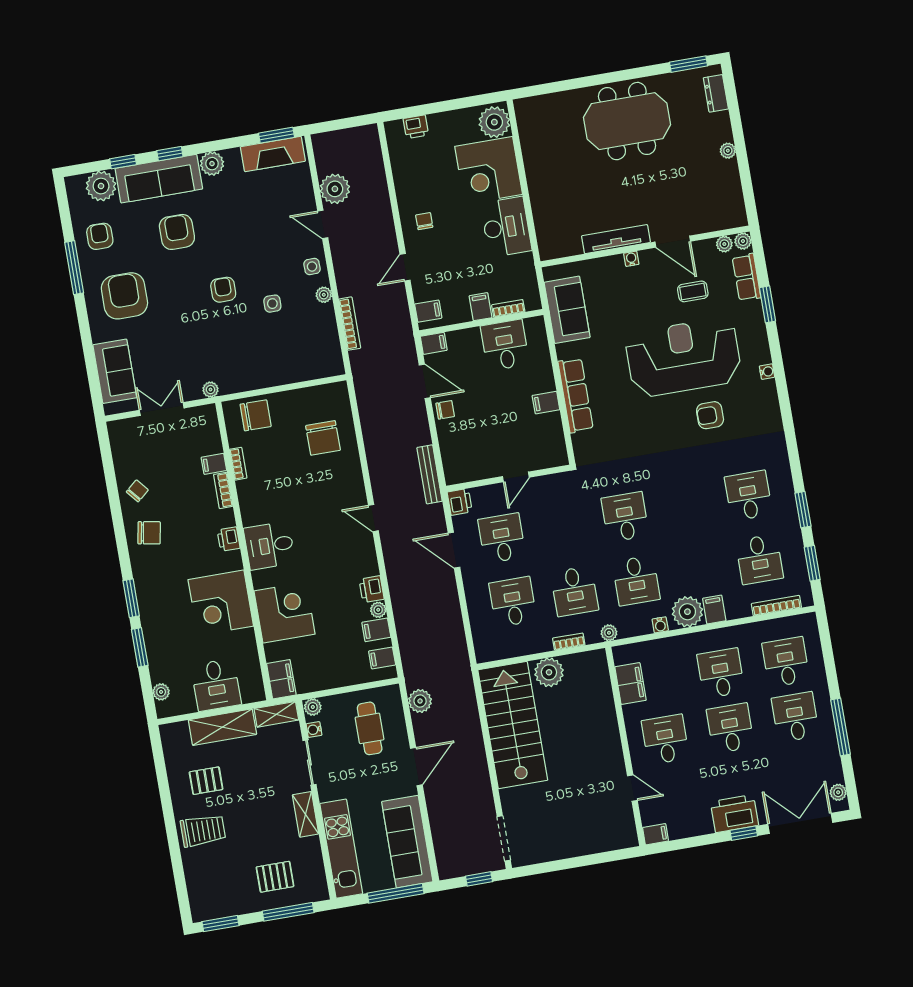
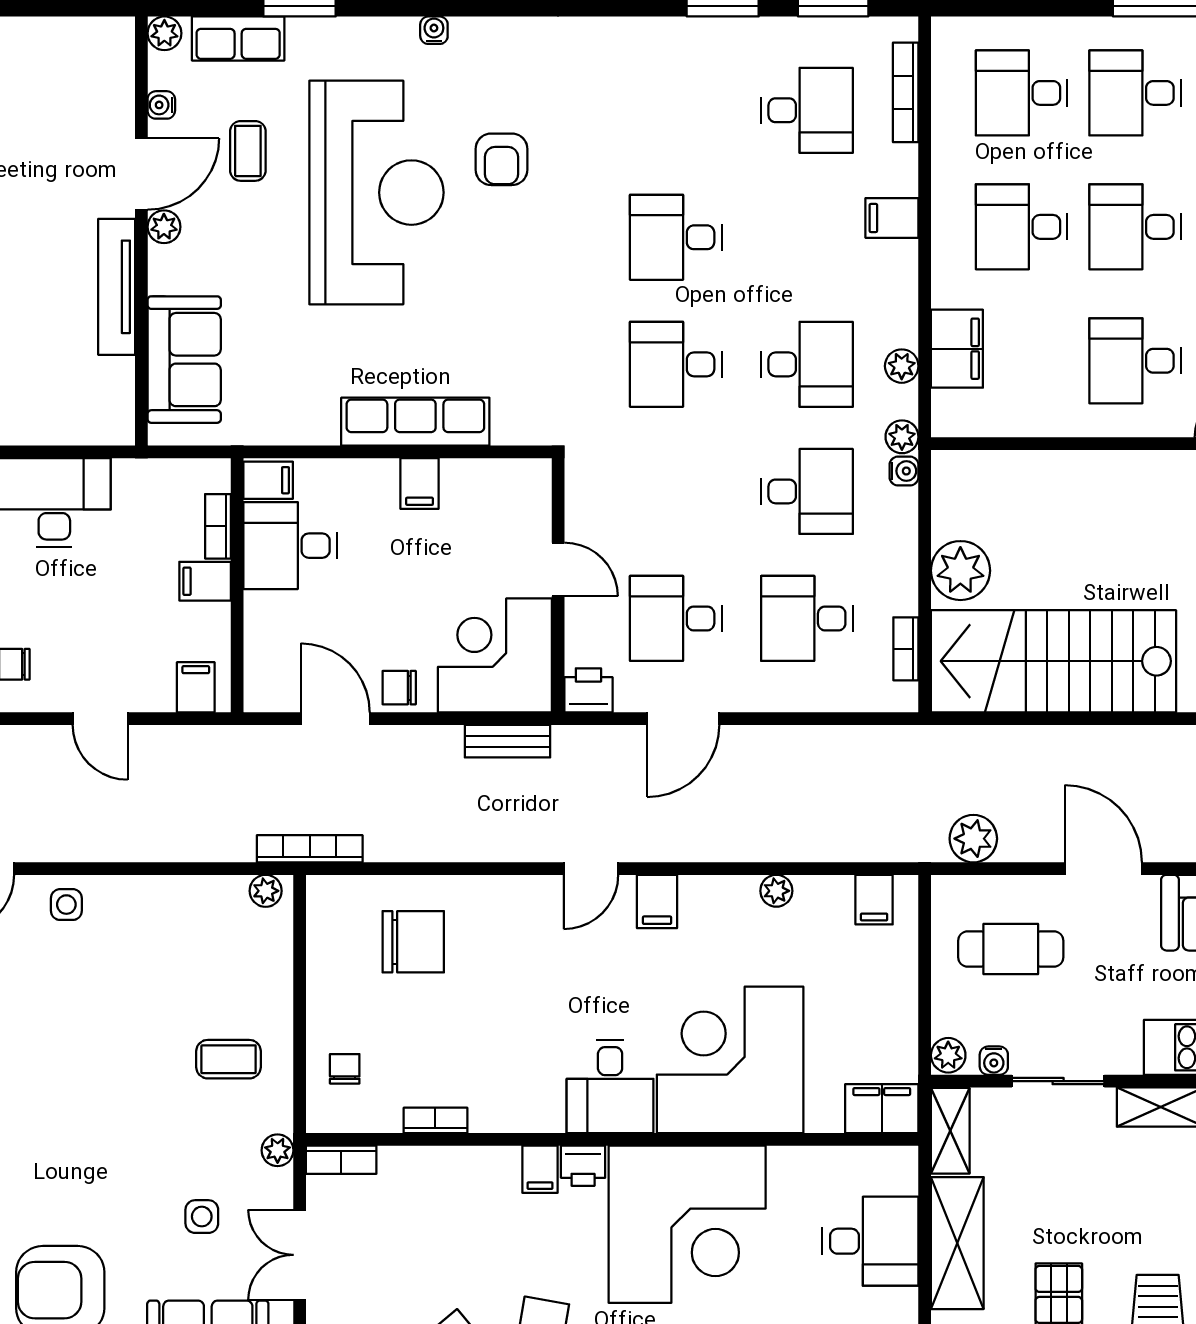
plant: (724, 244) -> (164, 227), moved
water cooler: (631, 259) -> (161, 105), moved
armchair: (223, 290) -> (82, 1090), removed
plant: (324, 295) -> (266, 891), moved
side table: (272, 304) -> (202, 1217), moved
sofa: (567, 310) -> (184, 360), moved, turned 90
bookcase: (350, 324) -> (310, 849), moved
filing cabinet: (434, 343) -> (268, 480), moved, turned 90
reception desk: (683, 357) -> (376, 193), turned 180
coffee table: (251, 358) -> (229, 1059), added
door: (425, 381) -> (335, 719), hinge flipped
chair: (445, 410) -> (399, 688), turned -90
chair: (256, 415) -> (345, 1069), width x0.54, depth x0.54
corner desk: (469, 454) -> (495, 655), added
filing cabinet: (214, 464) -> (540, 1169), moved
bench: (430, 474) -> (507, 741), width x0.73
bookcase: (223, 490) -> (341, 1160), moved
desk: (748, 496) -> (676, 237), moved
printer: (372, 589) -> (733, 897), removed
corner desk: (221, 603) -> (687, 1224), width x1.36, depth x1.36
plant: (687, 612) -> (902, 366), moved, width x0.53, depth x0.53
corner desk: (284, 613) -> (730, 1060), width x1.36, depth x1.36
water cooler: (660, 625) -> (904, 471), moved
filing cabinet: (376, 630) -> (657, 902), moved
bookcase: (569, 642) -> (906, 649), moved
filing cabinet: (630, 684) -> (957, 349), moved, turned 90

